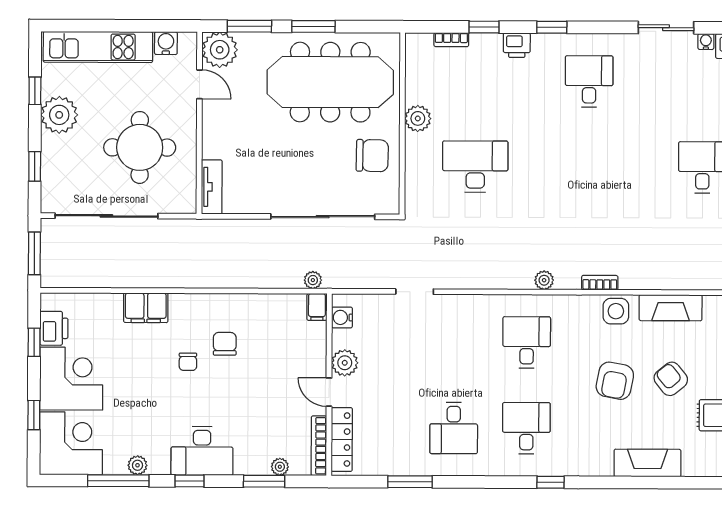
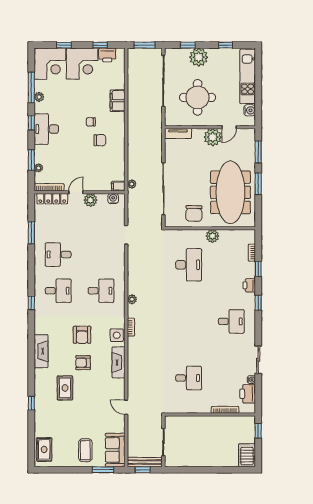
plant: (220, 50) -> (213, 137), moved
plant: (59, 115) -> (199, 57), moved
armchair: (671, 379) -> (83, 363), turned -141
armchair: (615, 381) -> (82, 335), turned -101

